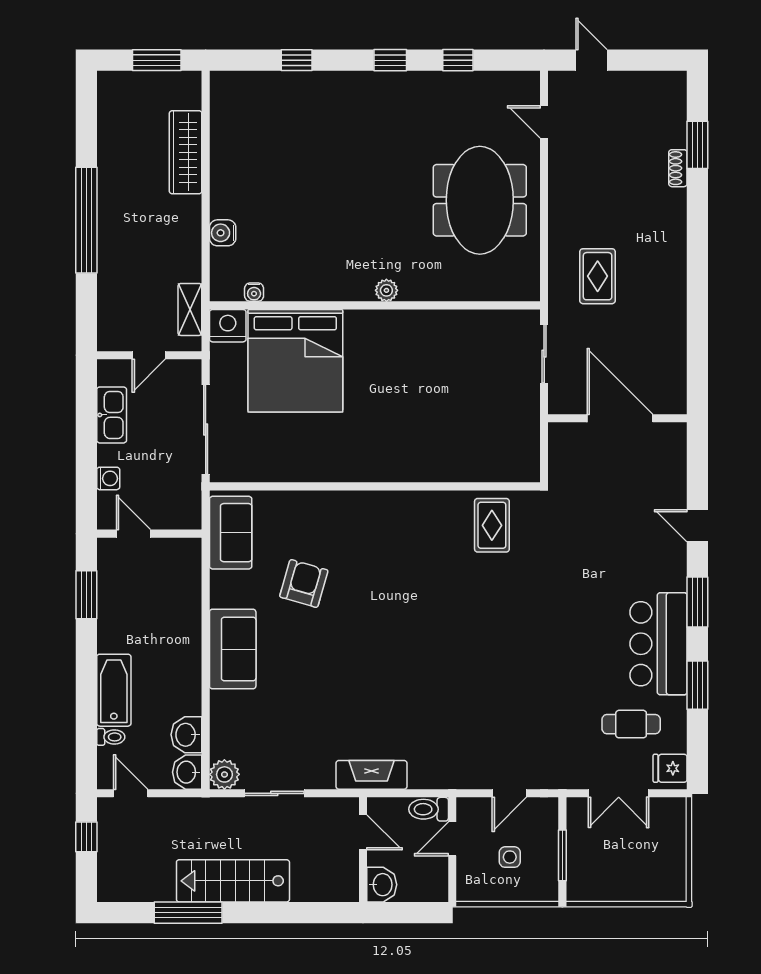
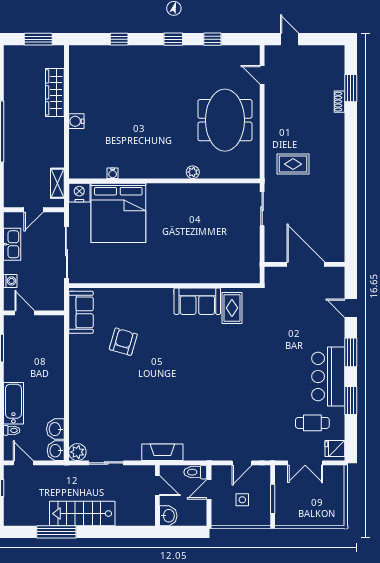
water cooler: (223, 233) -> (76, 121), moved
rug: (598, 276) -> (293, 164), turned 90
plant: (386, 290) -> (193, 172), moved
water cooler: (254, 292) -> (113, 173), moved
wall: (617, 418) -> (305, 264), moved
door: (620, 418) -> (306, 264), moved
sofa: (233, 649) -> (197, 301), moved, turned 90

